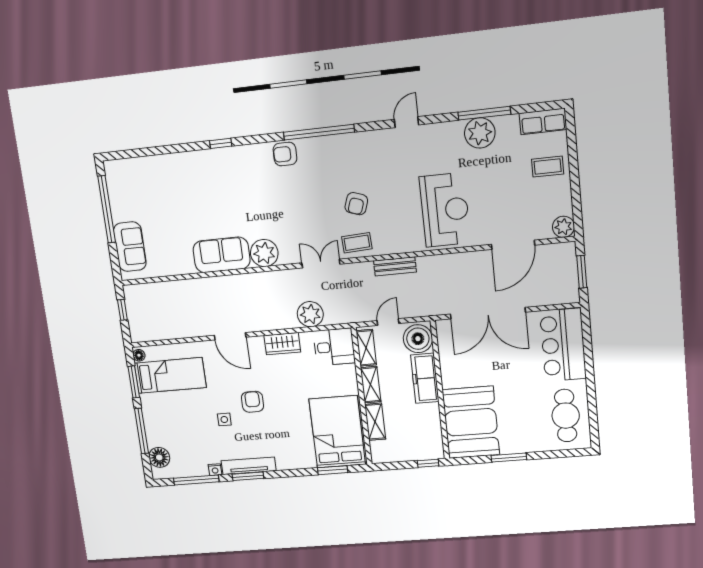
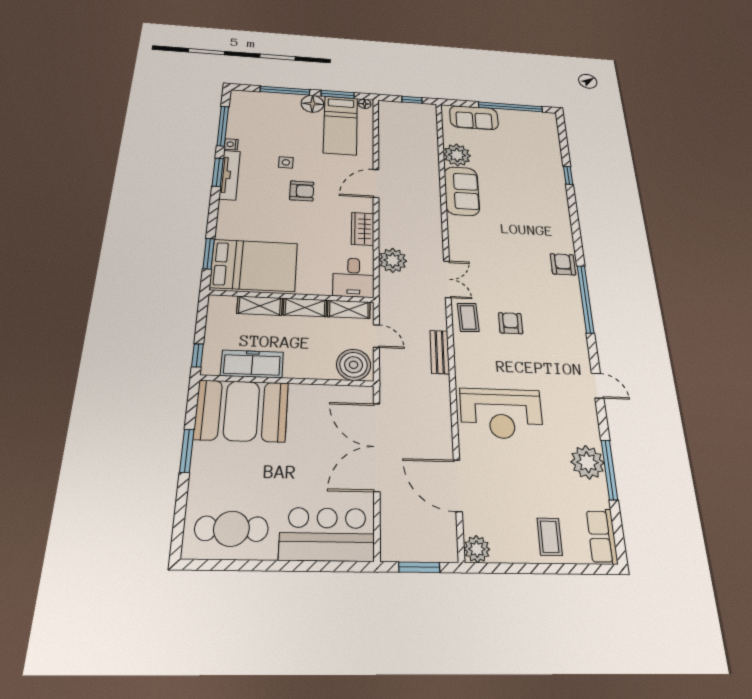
window: (221, 143) -> (568, 175), moved
armchair: (356, 204) -> (511, 323), turned 71
plant: (264, 253) -> (457, 155), moved
freezer: (425, 378) -> (252, 364), moved
floor lamp: (159, 457) -> (312, 104), moved

